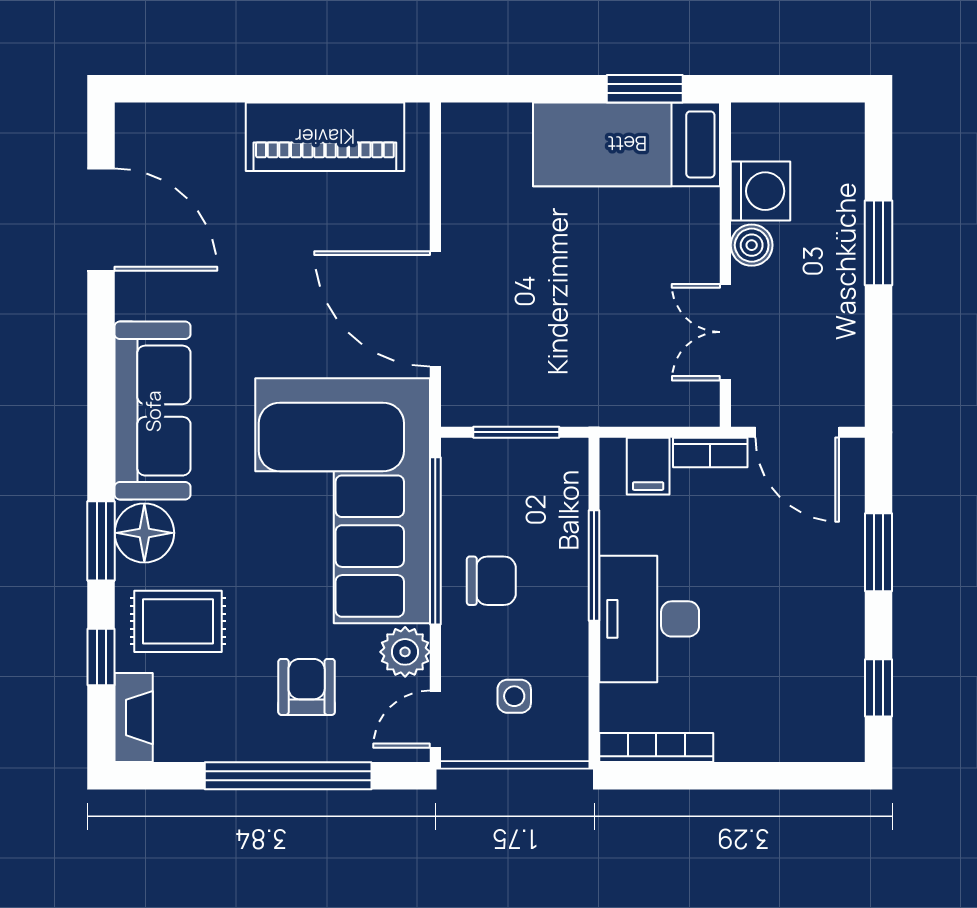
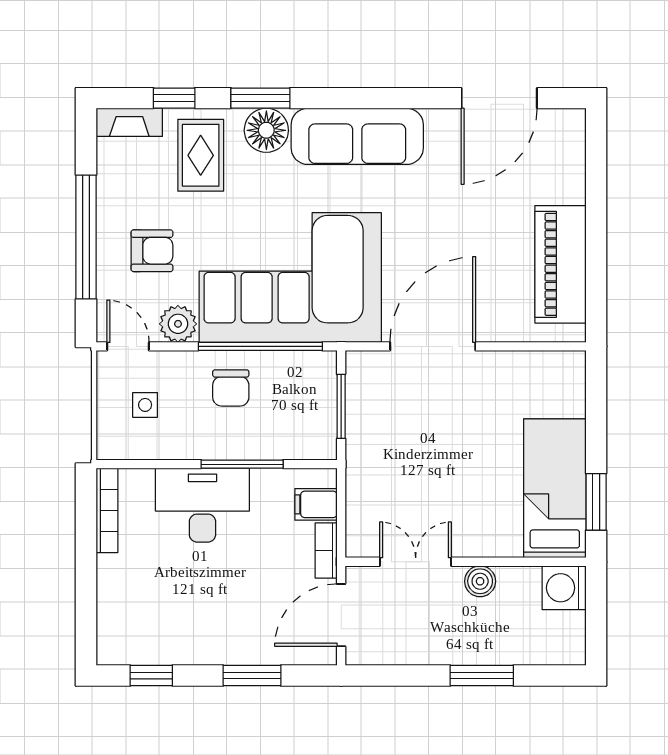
washing machine: (760, 191) -> (564, 588), moved, turned 90

